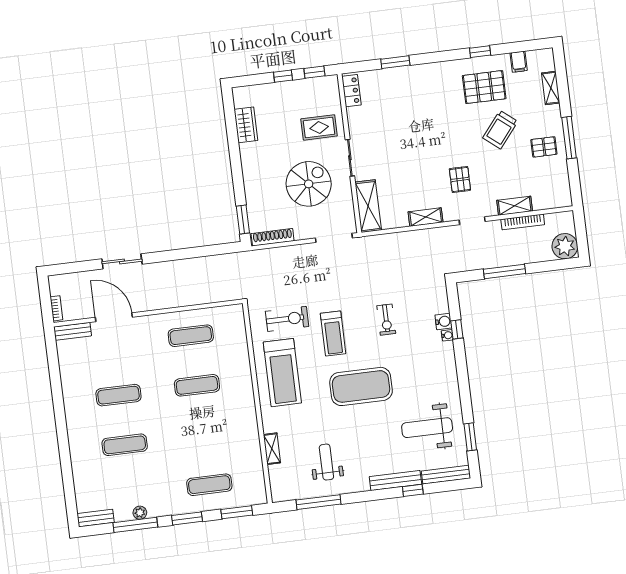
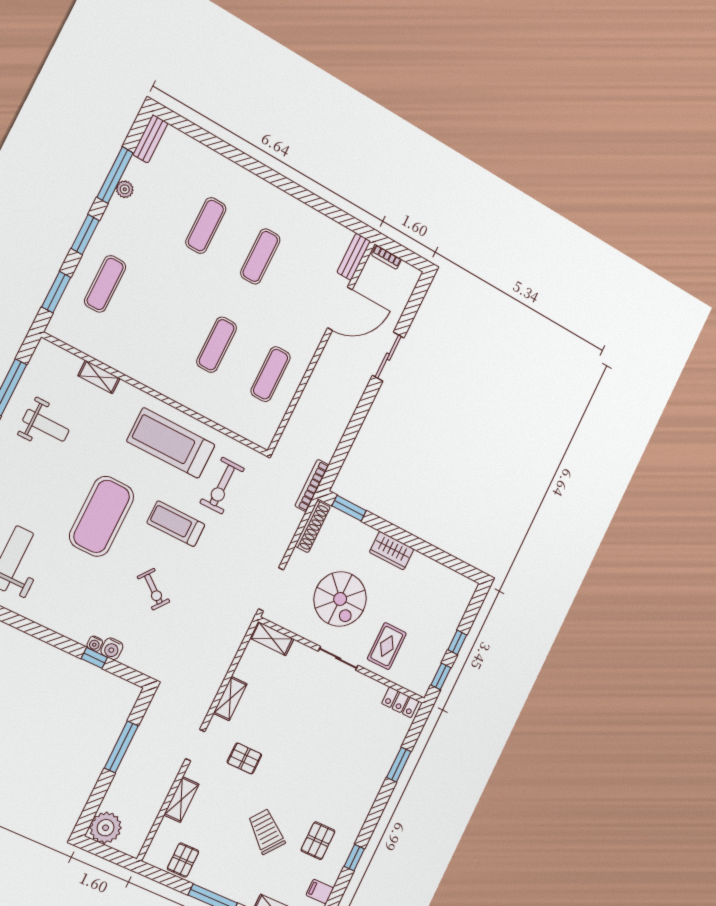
pallet: (484, 87) -> (318, 841), width x0.67, depth x0.71
wardrobe: (246, 125) -> (392, 551), moved
pallet: (544, 147) -> (183, 860), moved
shelving: (368, 206) -> (272, 639), width x0.67, depth x0.75
bookcase: (523, 222) -> (312, 485), moved
exercise bike: (386, 320) -> (153, 589), turned -142

